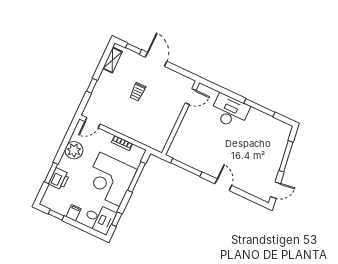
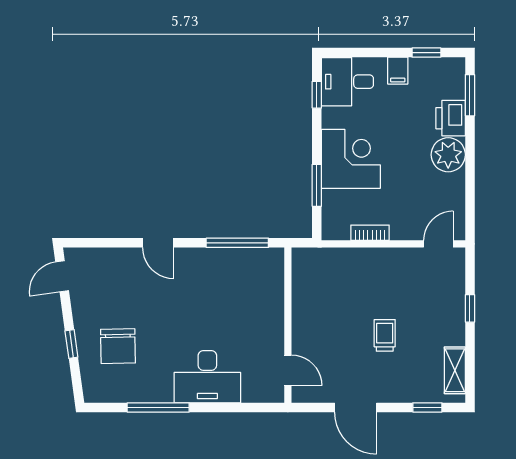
door: (156, 59) -> (356, 407), moved
door: (191, 97) -> (288, 370), swing flipped
chair: (265, 145) -> (118, 346), added
plant: (74, 150) -> (448, 155), moved
window: (286, 156) -> (71, 344), width x0.46
window: (51, 173) -> (470, 95), moved
window: (137, 177) -> (317, 185), width x0.69
corner desk: (110, 179) -> (351, 159), width x0.74, depth x0.74

